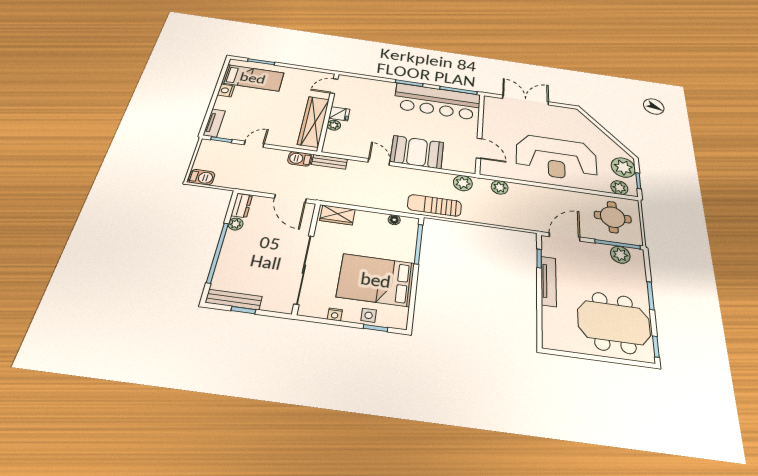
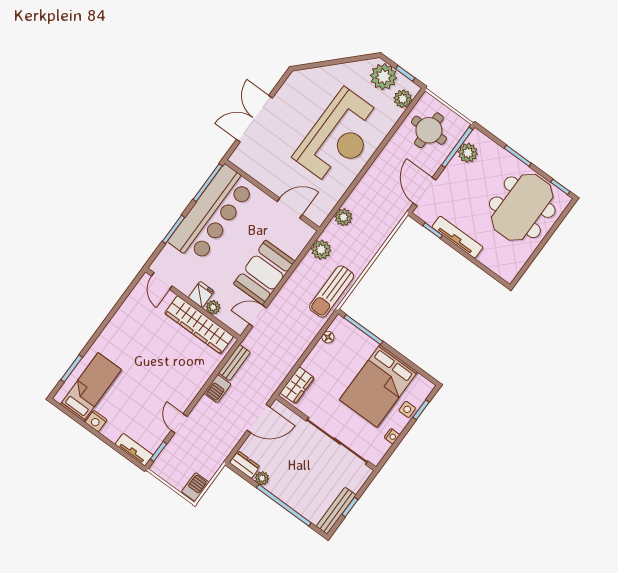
door: (334, 86) -> (162, 281), moved
wall: (328, 111) -> (193, 304), moved
fridge: (339, 114) -> (201, 294), moved
wardrobe: (314, 122) -> (199, 325), moved
plant: (334, 125) -> (213, 307), moved

